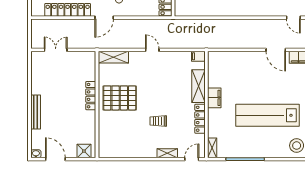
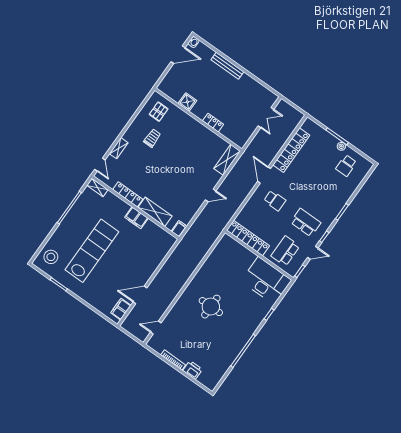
locker: (91, 96) -> (213, 123), width x0.66
pallet: (120, 98) -> (159, 112), moved, width x0.49, depth x0.50
trolley: (158, 121) -> (152, 138), moved
shower: (84, 151) -> (187, 102), moved

